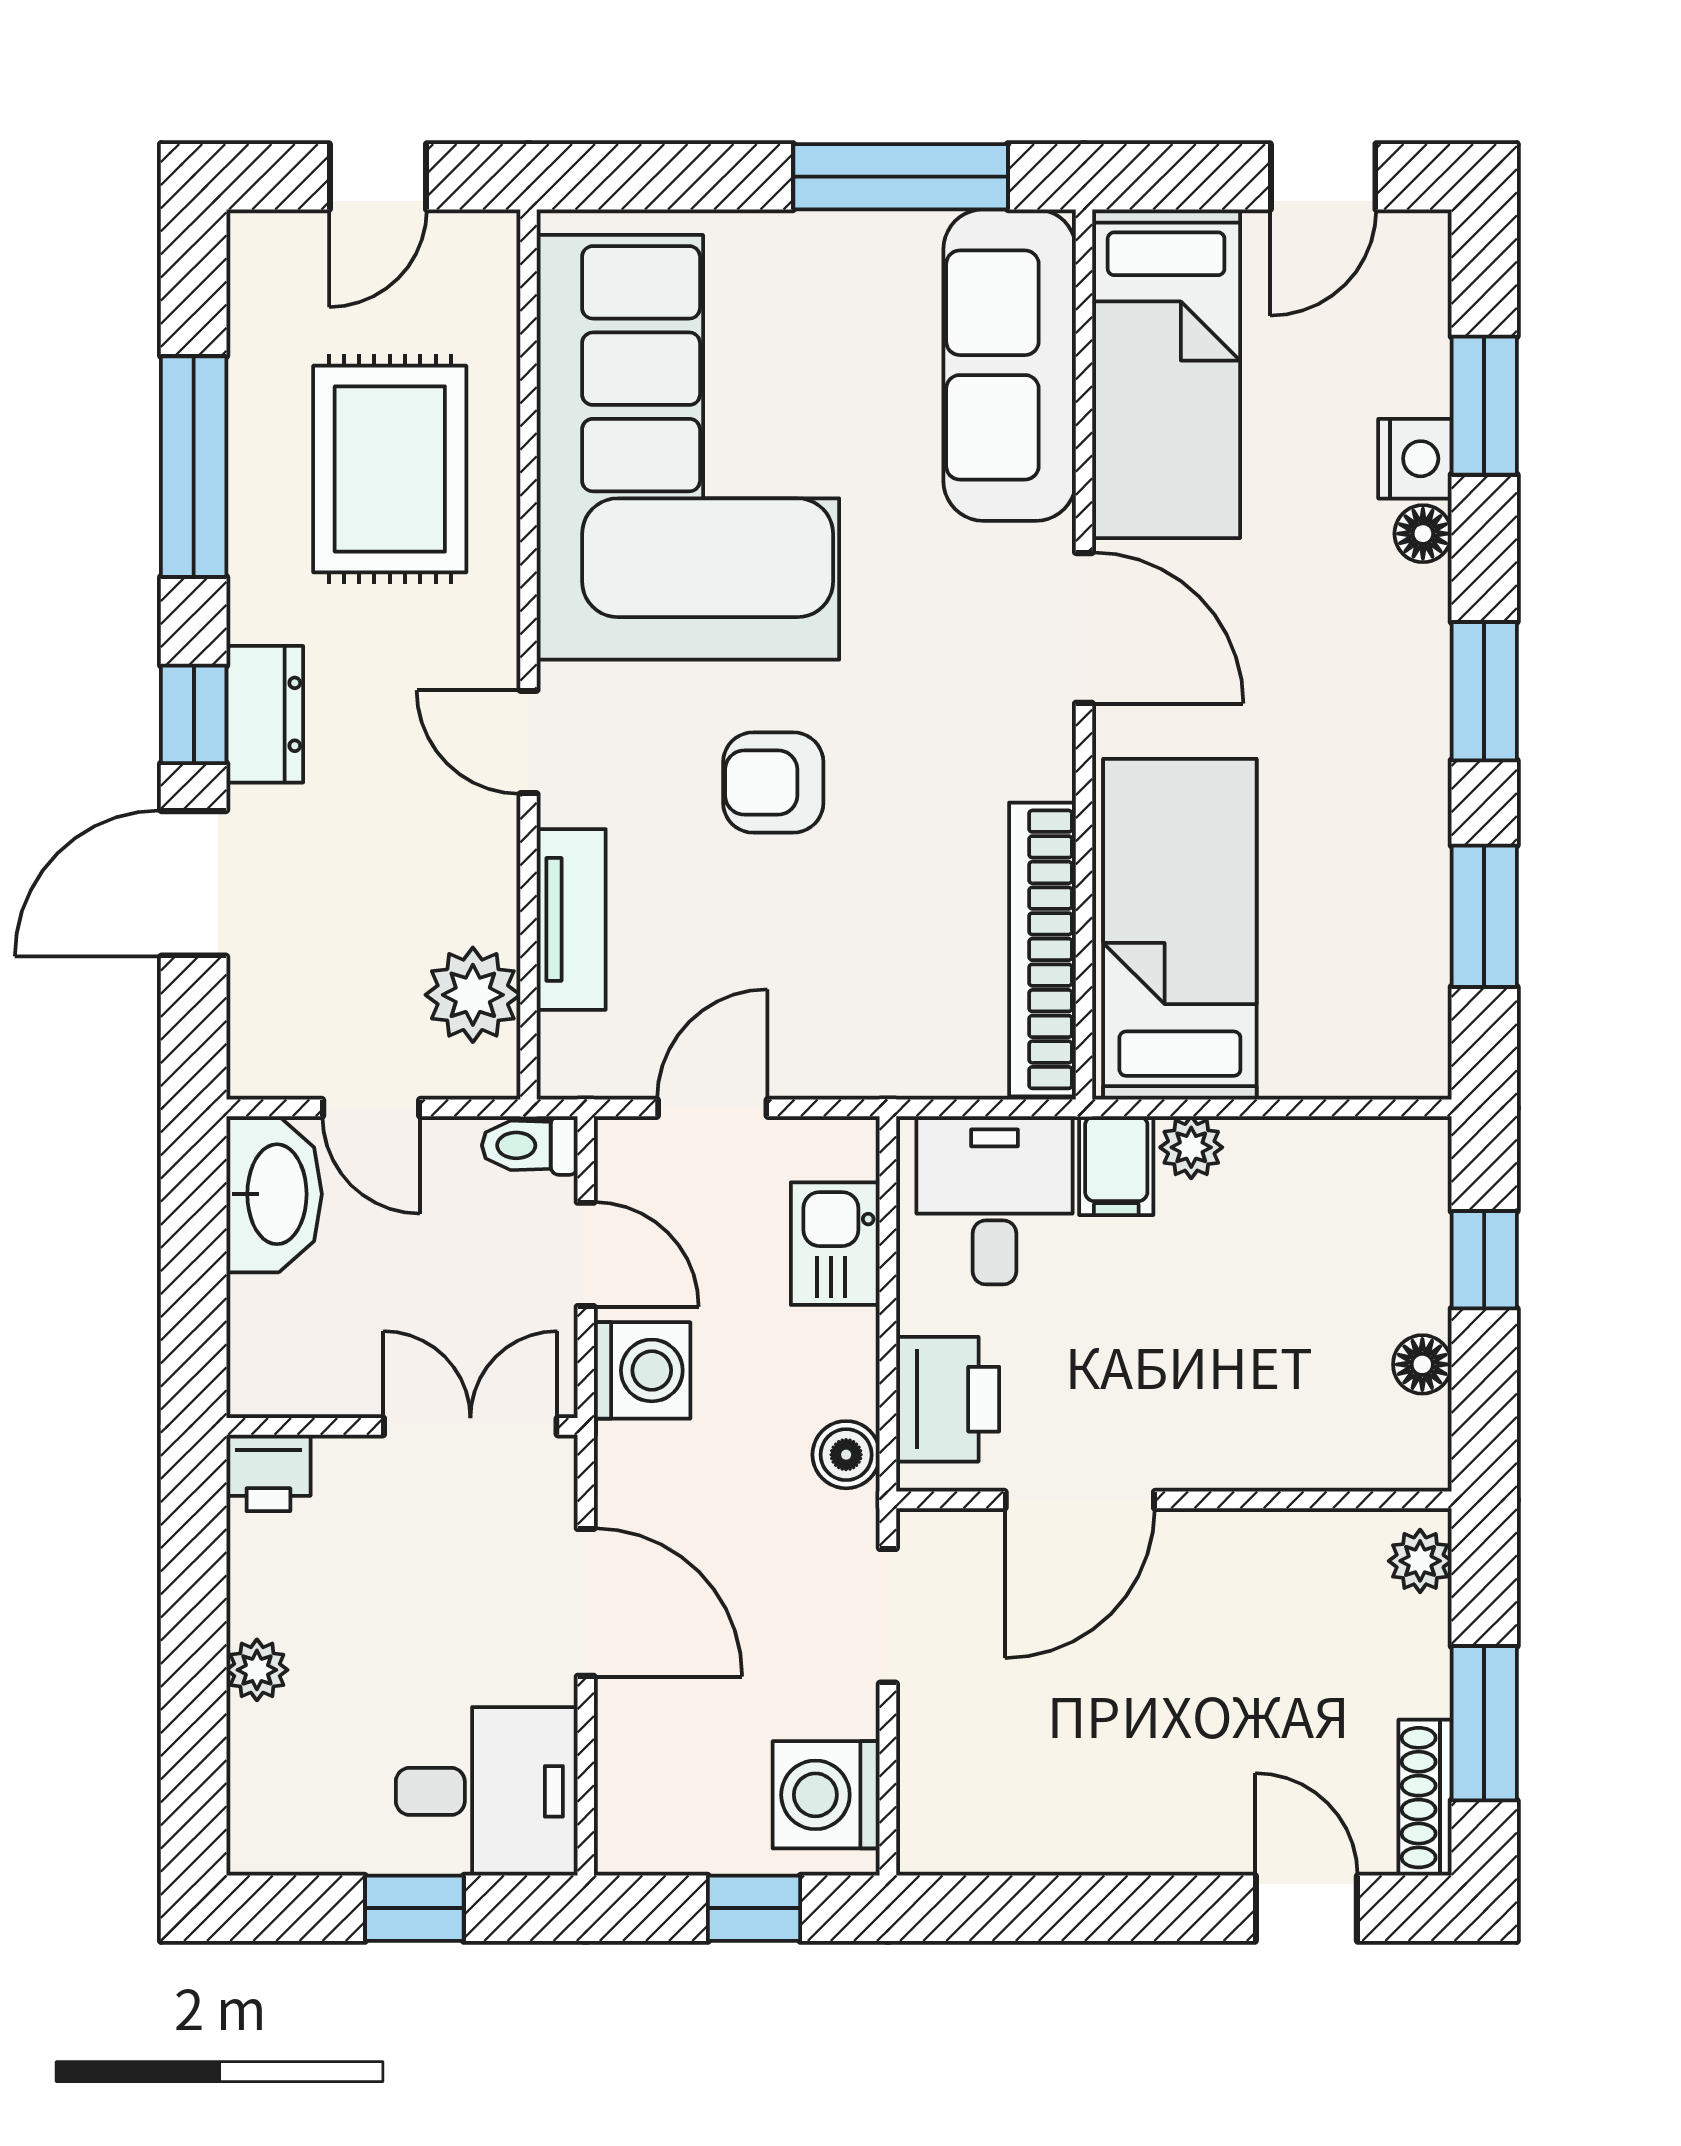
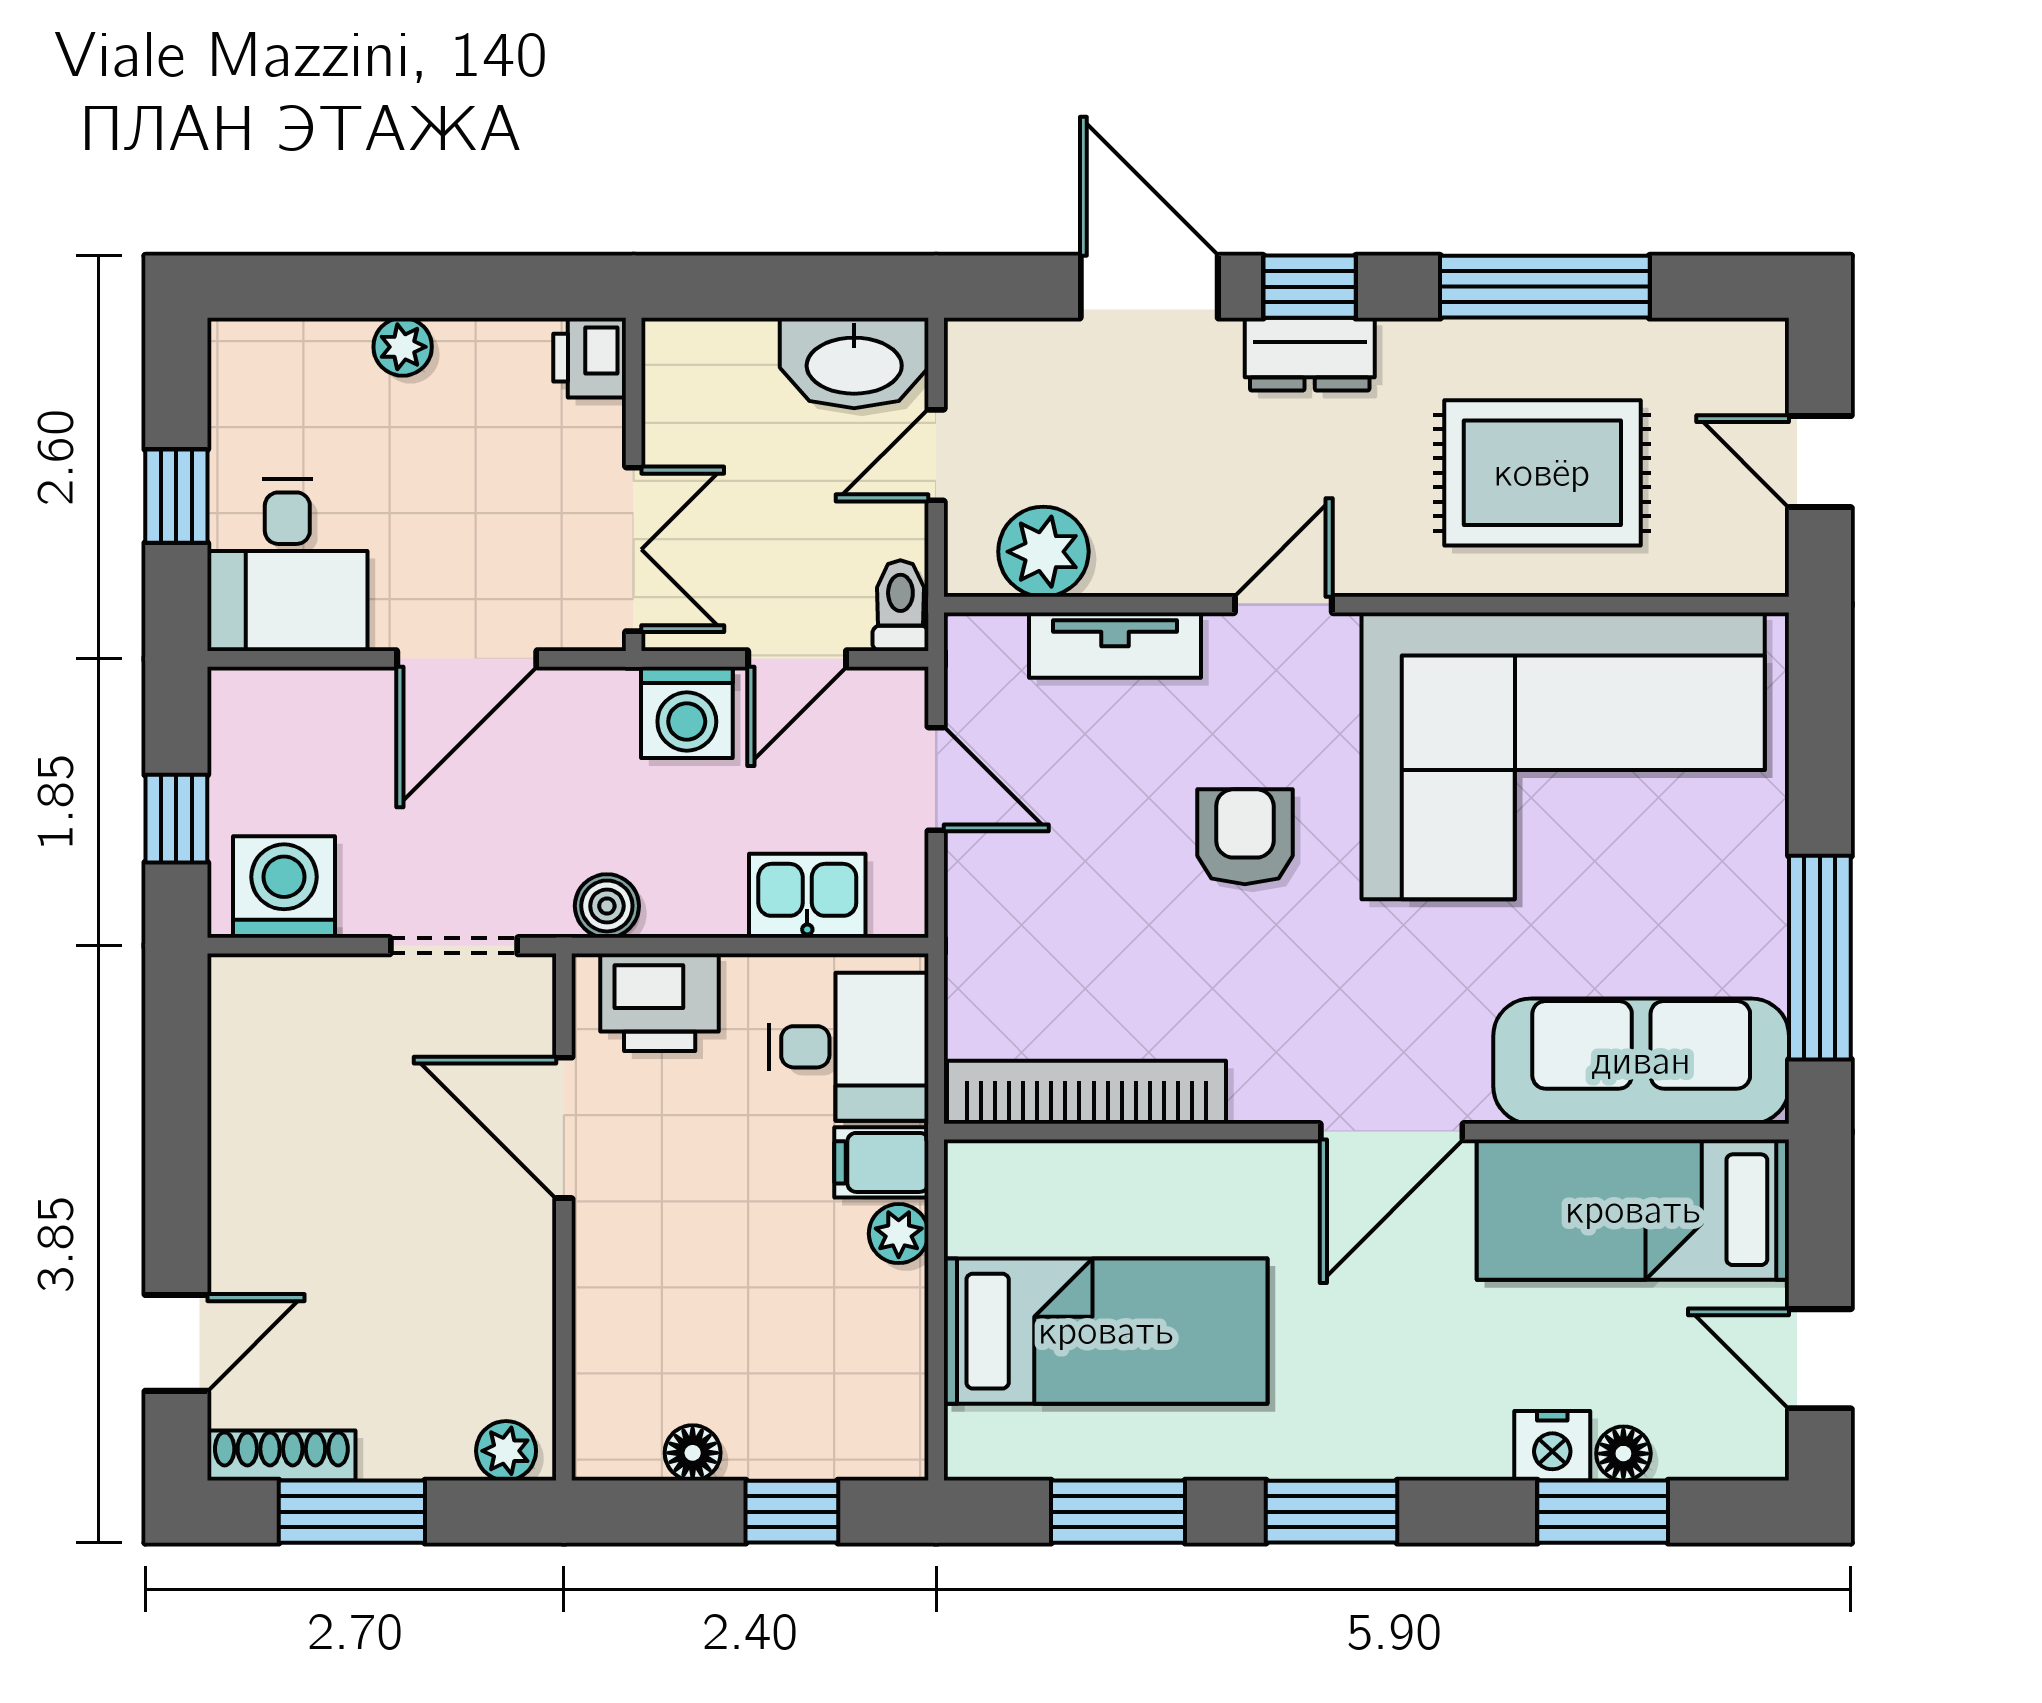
floor lamp: (1423, 534) -> (1623, 1454), moved
bed: (1180, 929) -> (1106, 1331), moved

